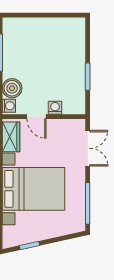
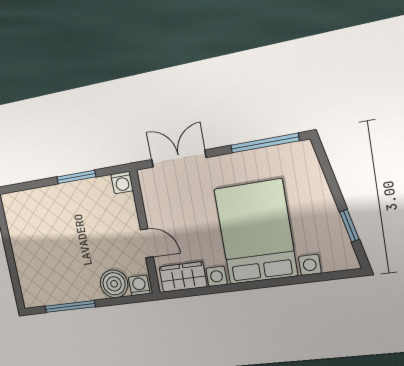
washing machine: (55, 108) -> (122, 183), moved, turned -90
door: (36, 117) -> (147, 243), hinge flipped

